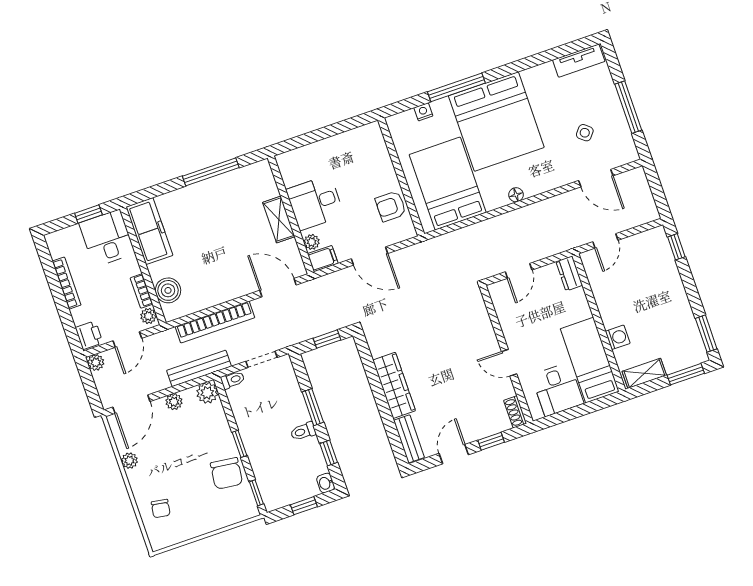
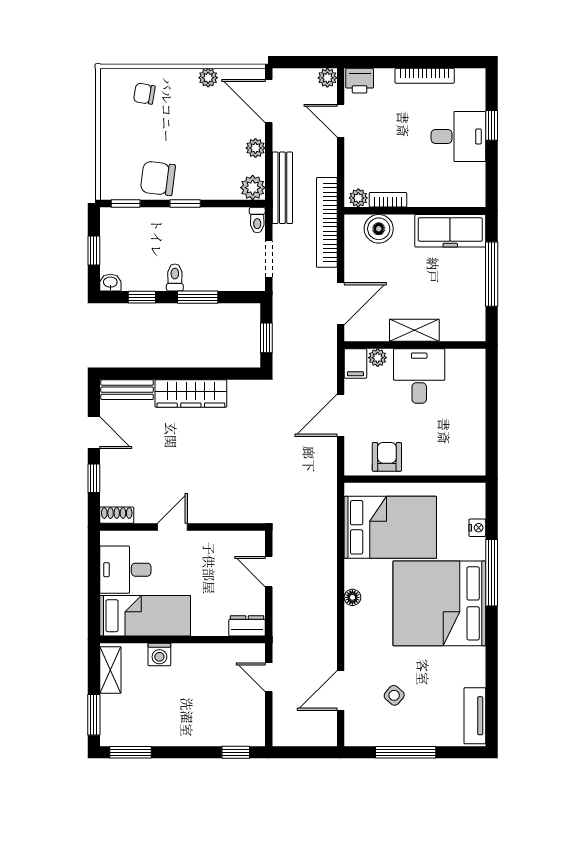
freezer: (149, 231) -> (450, 231), moved
wall: (143, 266) -> (415, 211), moved
boiler: (168, 290) -> (379, 229), moved
bookcase: (141, 291) -> (388, 200), moved
plant: (148, 316) -> (358, 198), moved

